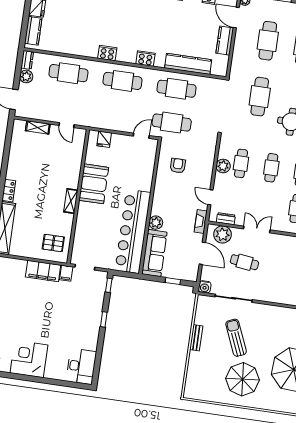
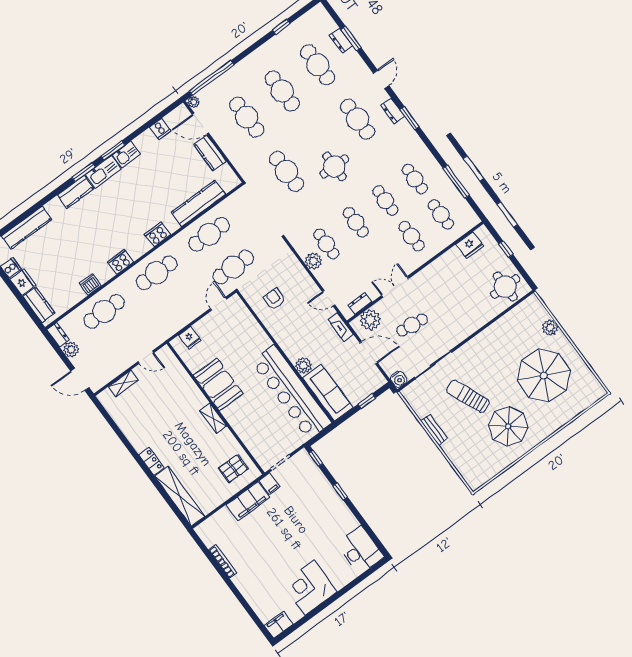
dishwasher: (76, 49) -> (90, 284), added

